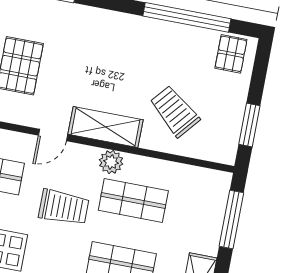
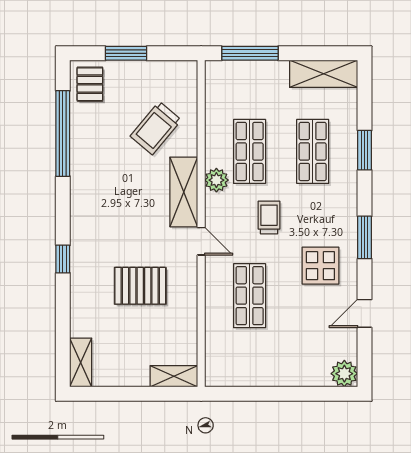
pallet: (231, 54) -> (90, 84), turned 90
window: (249, 125) -> (126, 53), moved
trolley: (64, 207) -> (269, 217), width x0.73, depth x0.72

